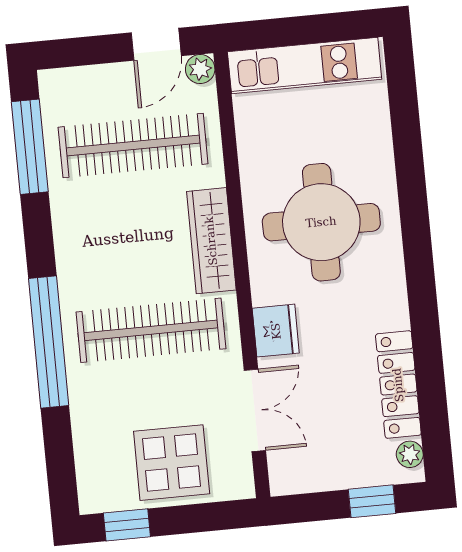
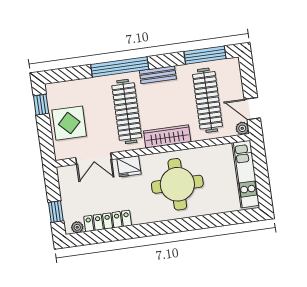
bench: (70, 256) -> (158, 75), added

